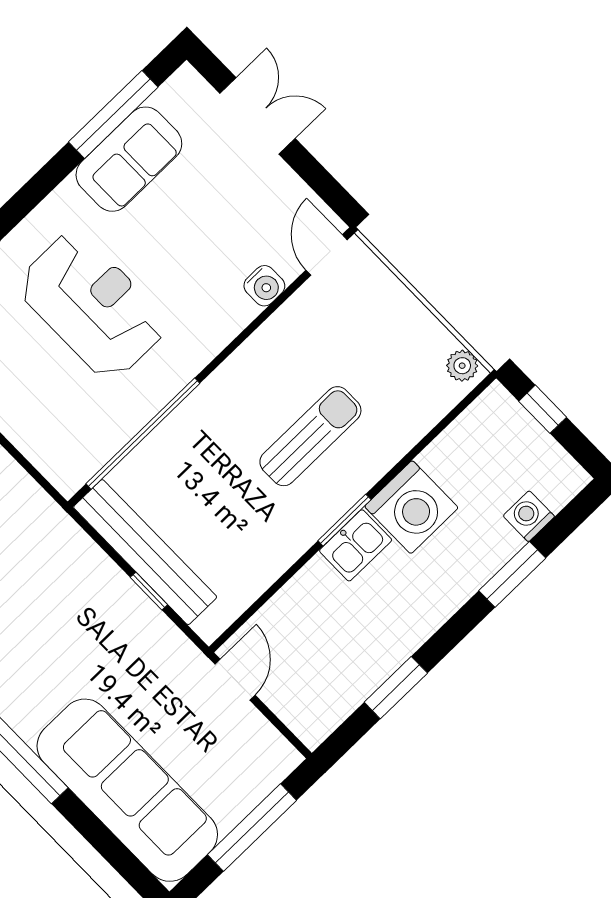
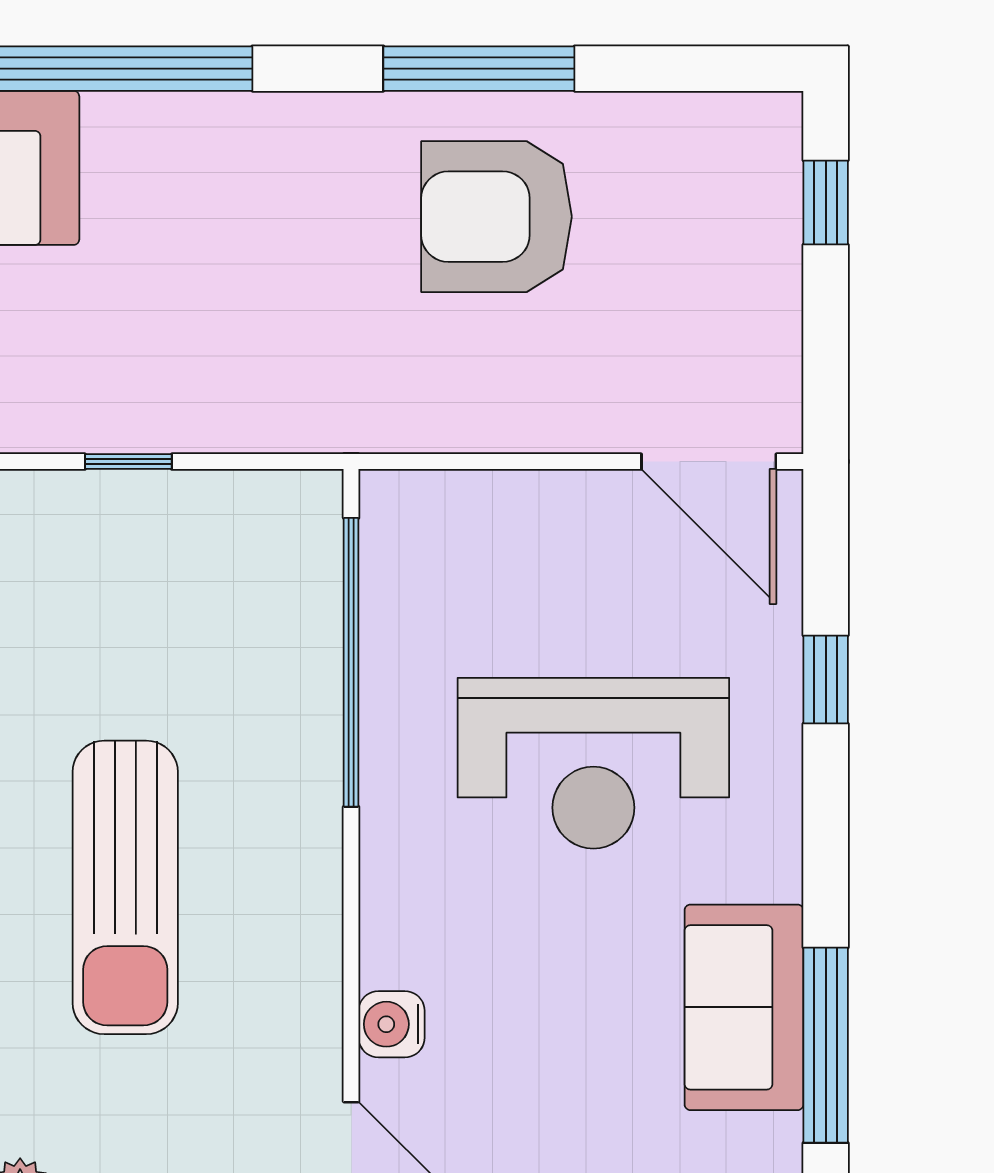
sun lounger: (310, 436) -> (125, 887), width x1.36, depth x1.34
bench: (145, 552) -> (186, 508), removed

